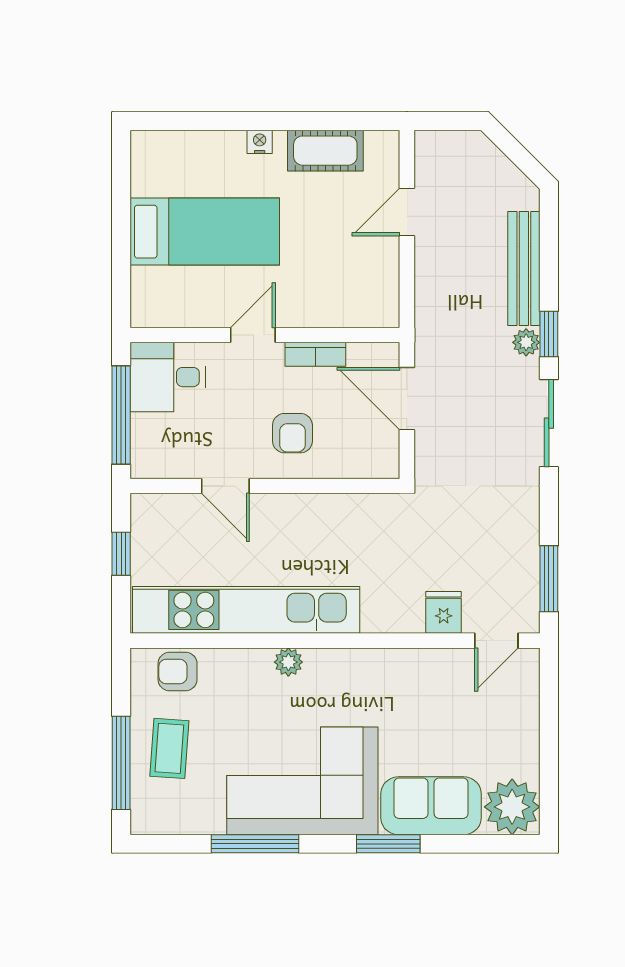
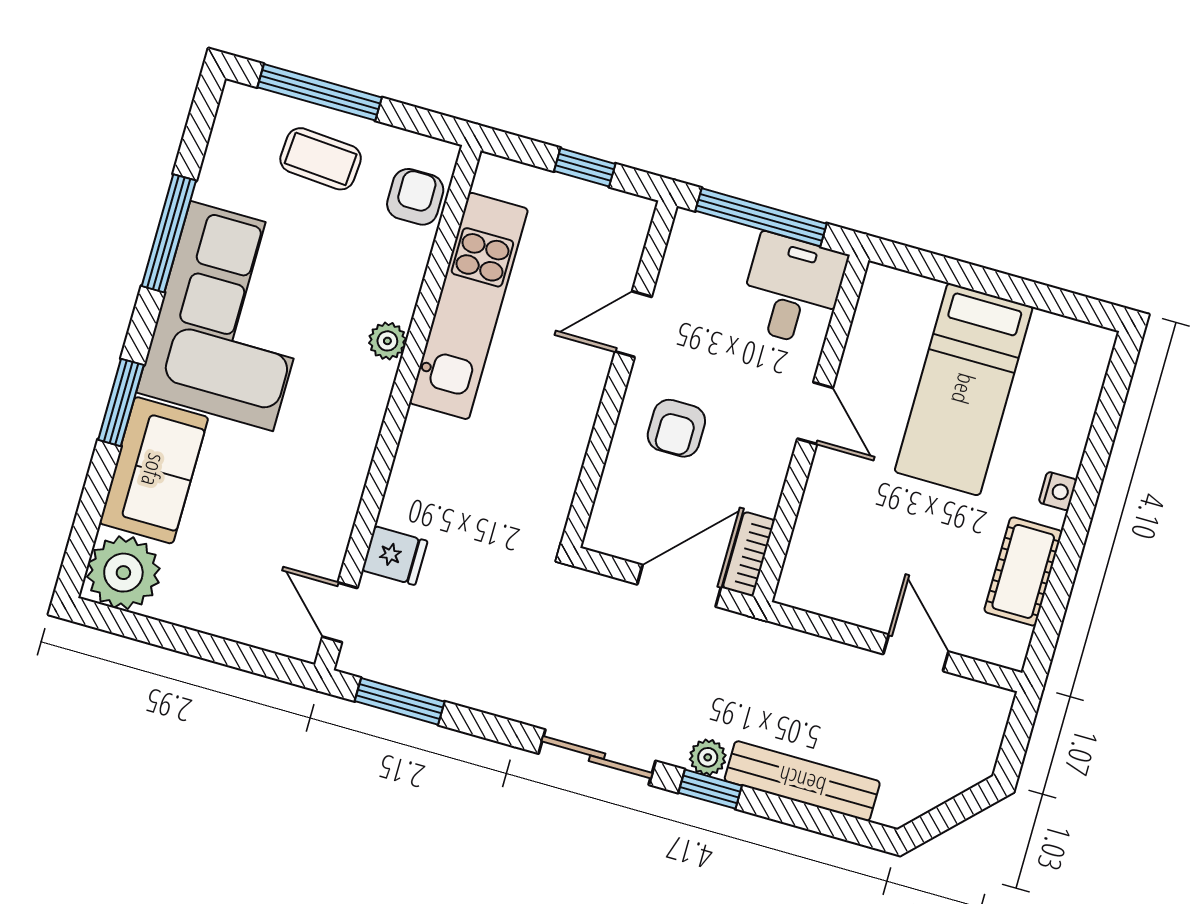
bookcase: (315, 354) -> (749, 554), moved
armchair: (292, 433) -> (676, 428), turned -90
kitchen unit: (246, 610) -> (469, 306), width x0.73

